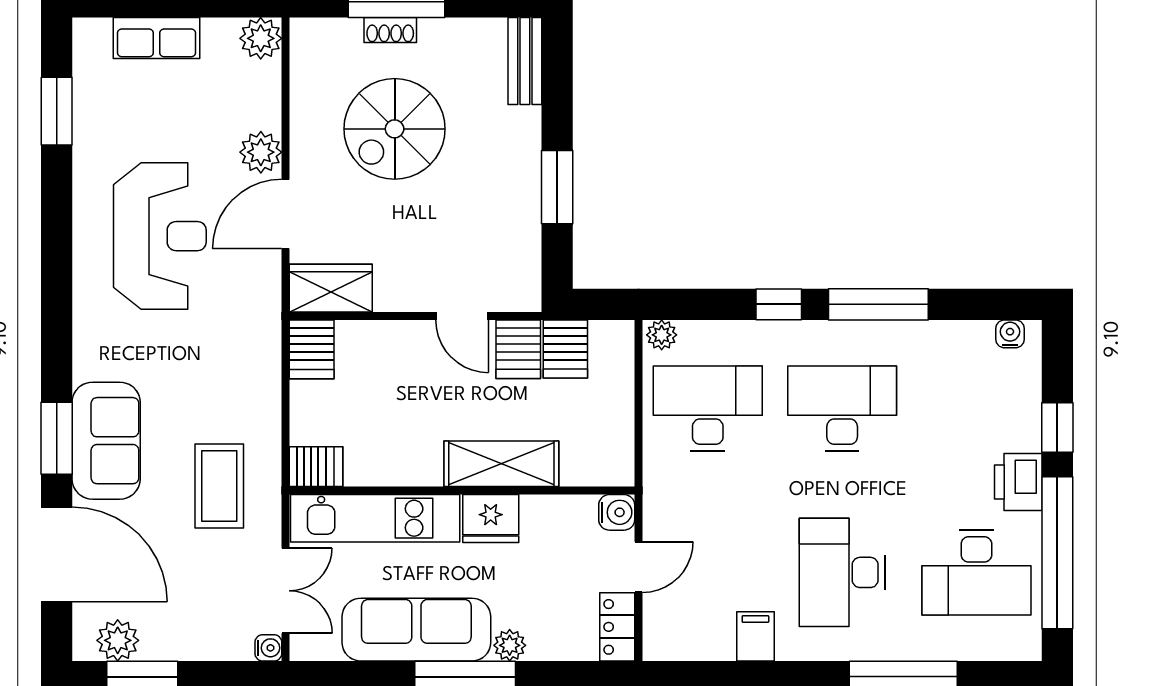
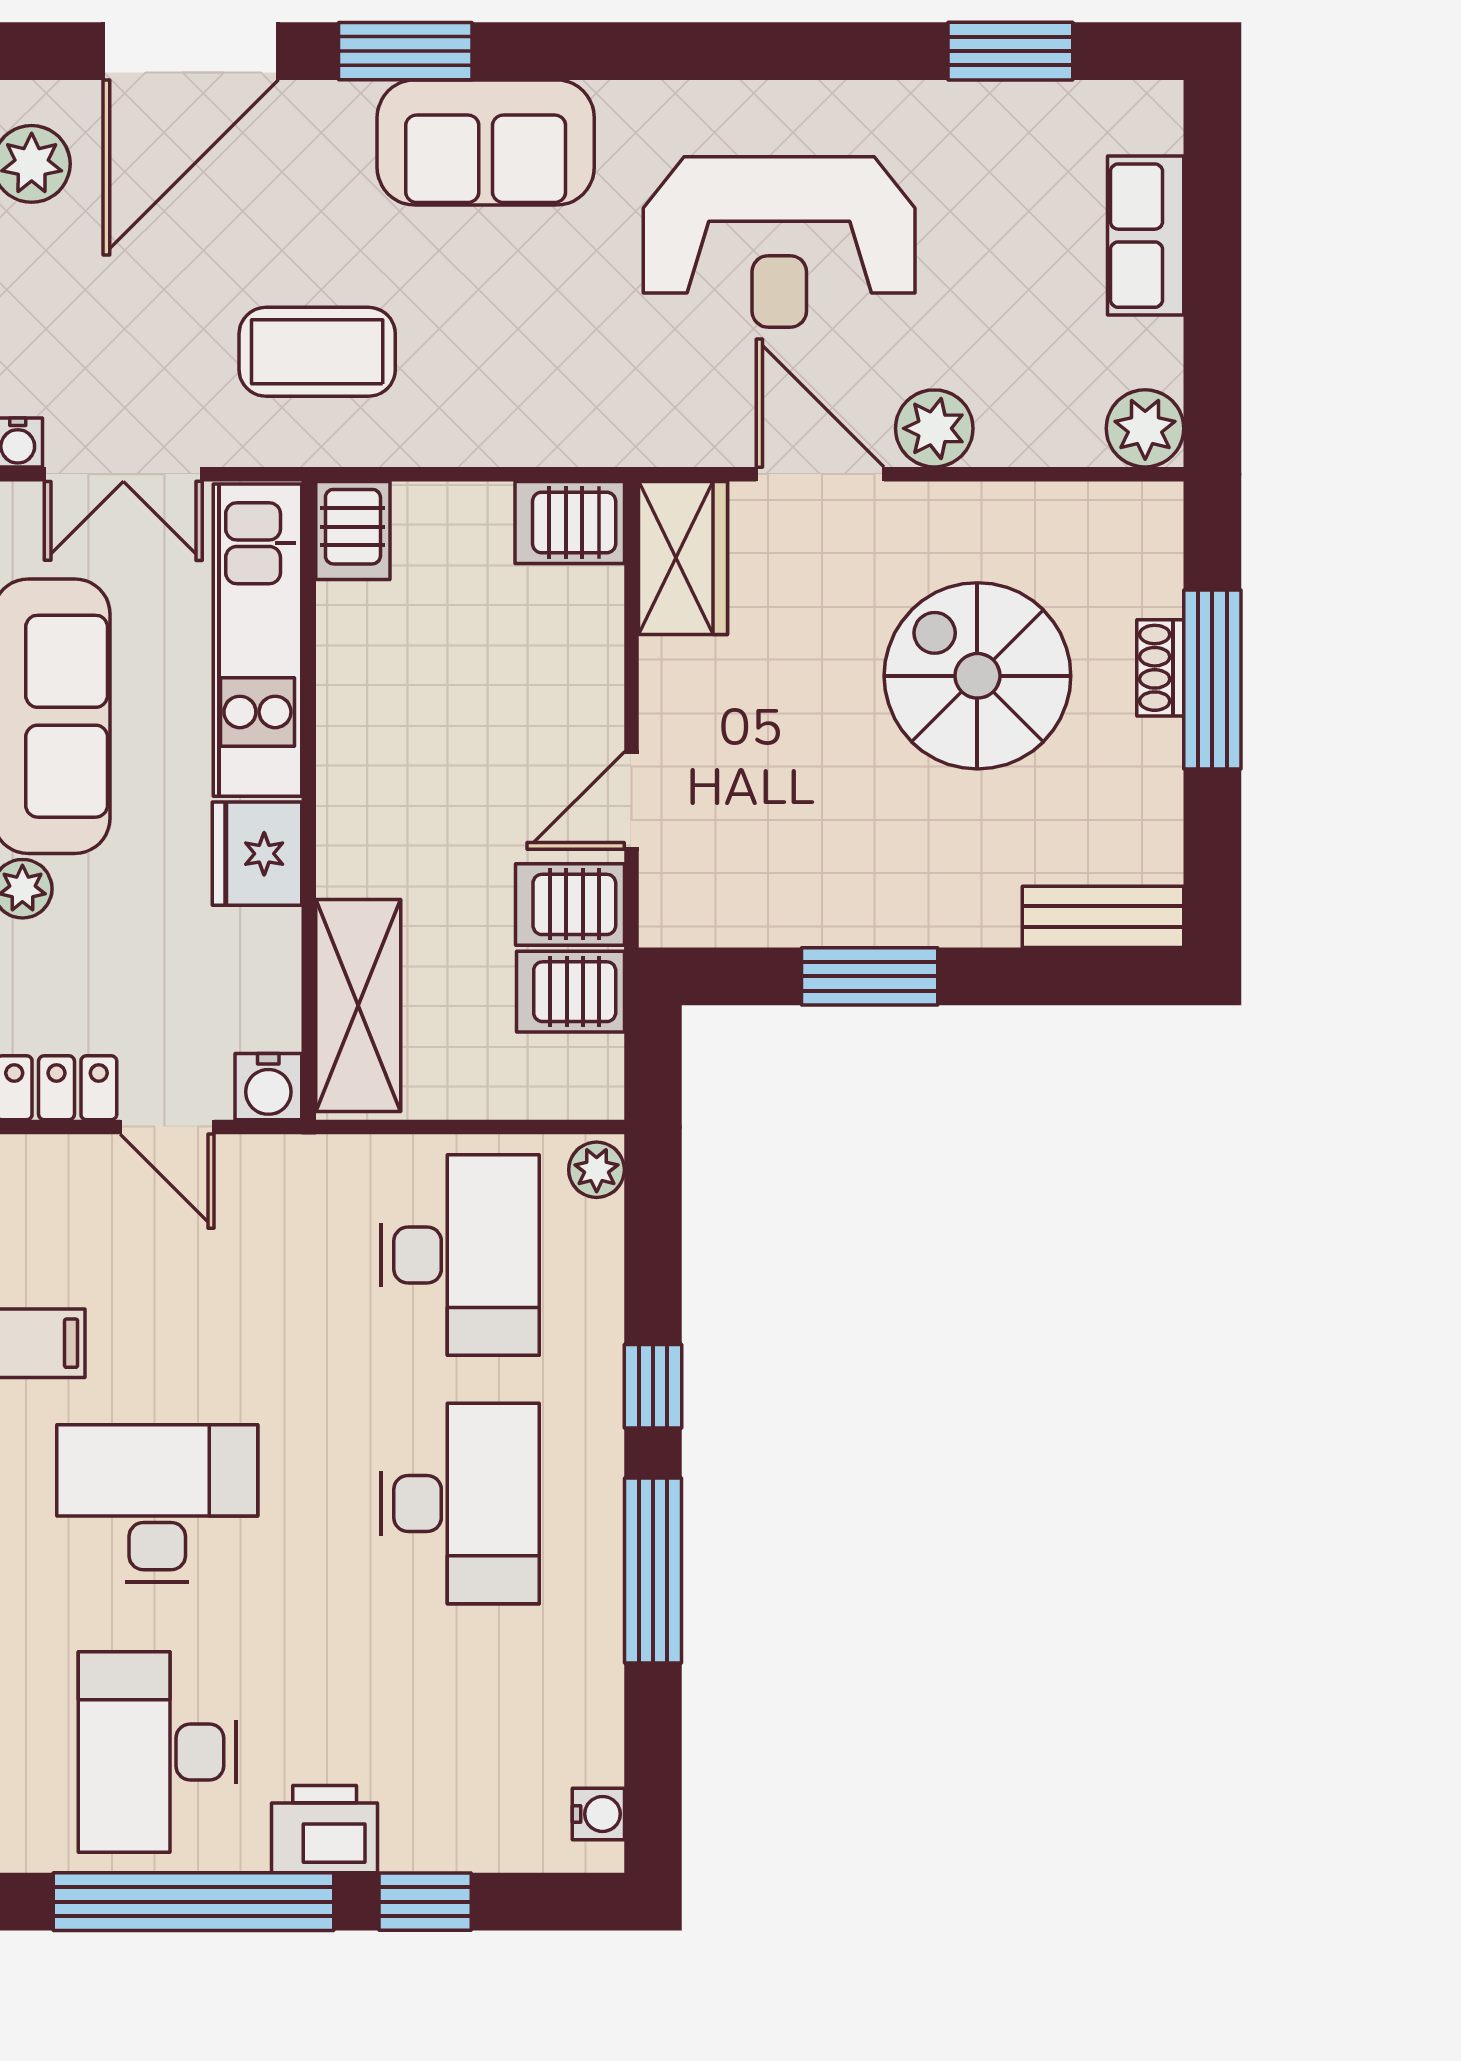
sofa: (106, 441) -> (486, 142), moved
shelving: (501, 464) -> (358, 1006), moved

